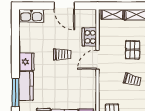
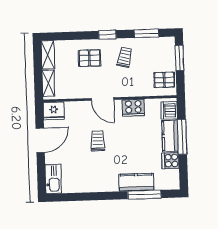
cooker: (89, 37) -> (133, 108), moved
fridge: (26, 62) -> (54, 111), moved, turned 180

